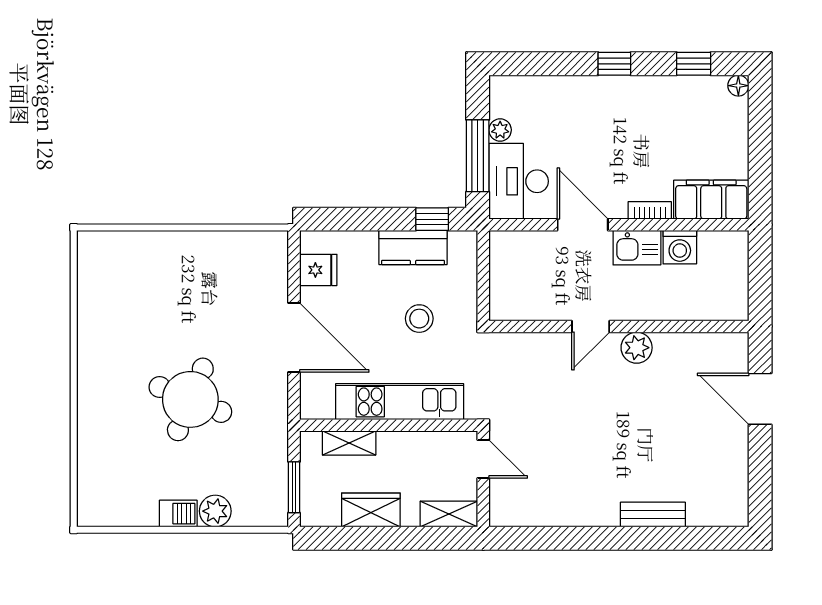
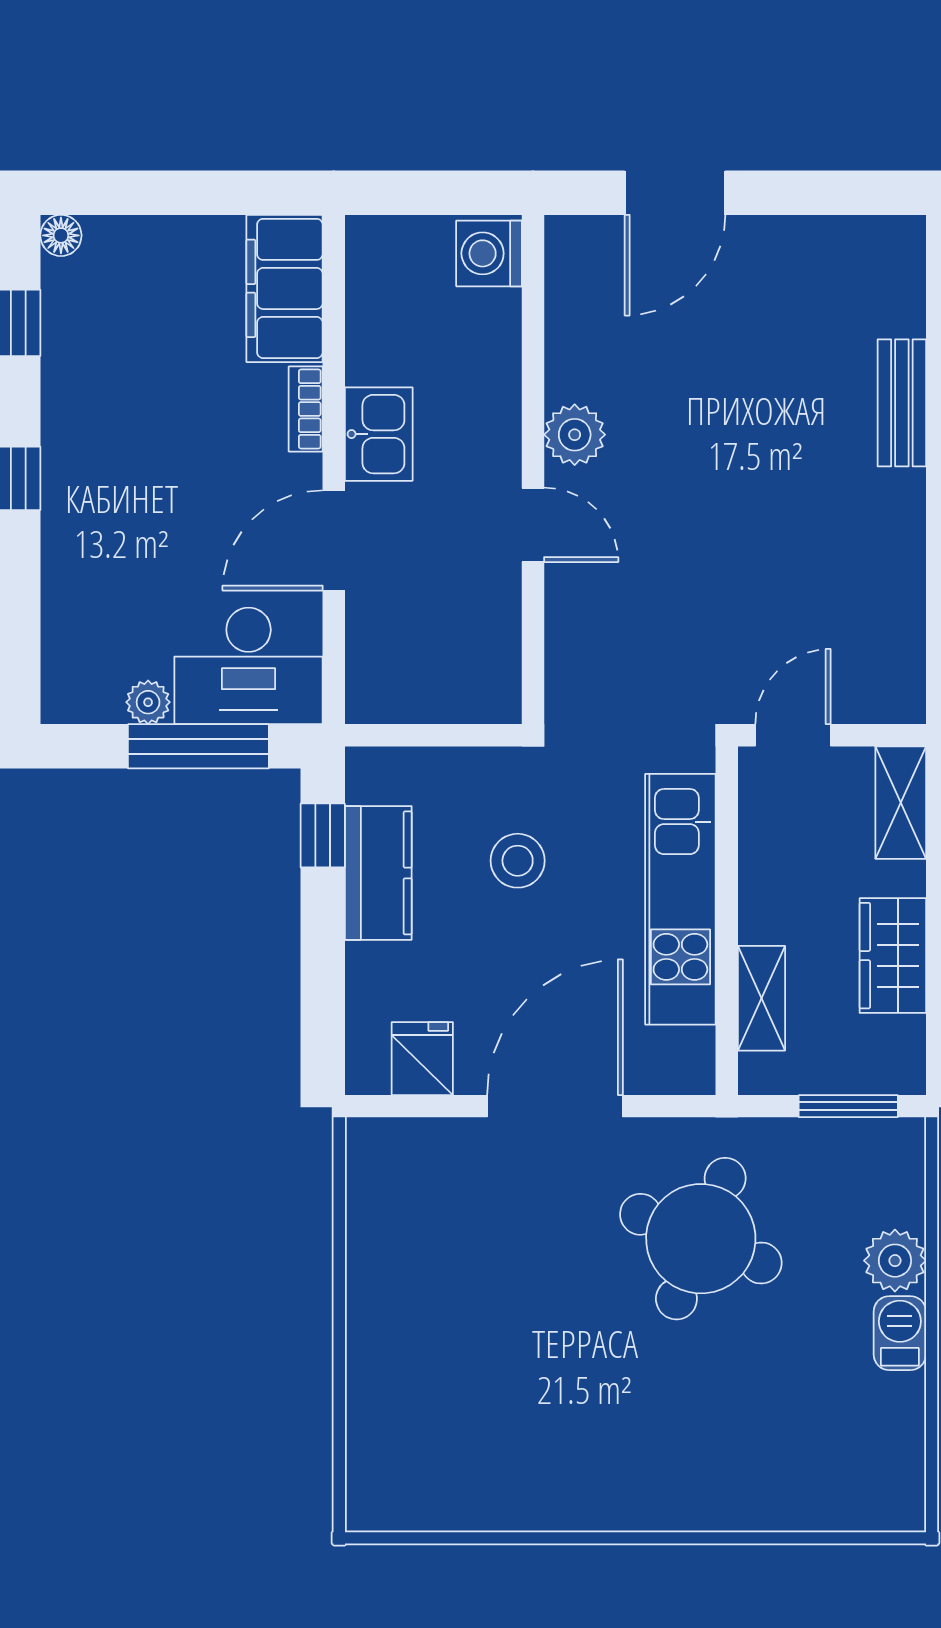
washing machine: (680, 247) -> (489, 253), moved, turned 180
round table: (190, 399) -> (701, 1239), moved

